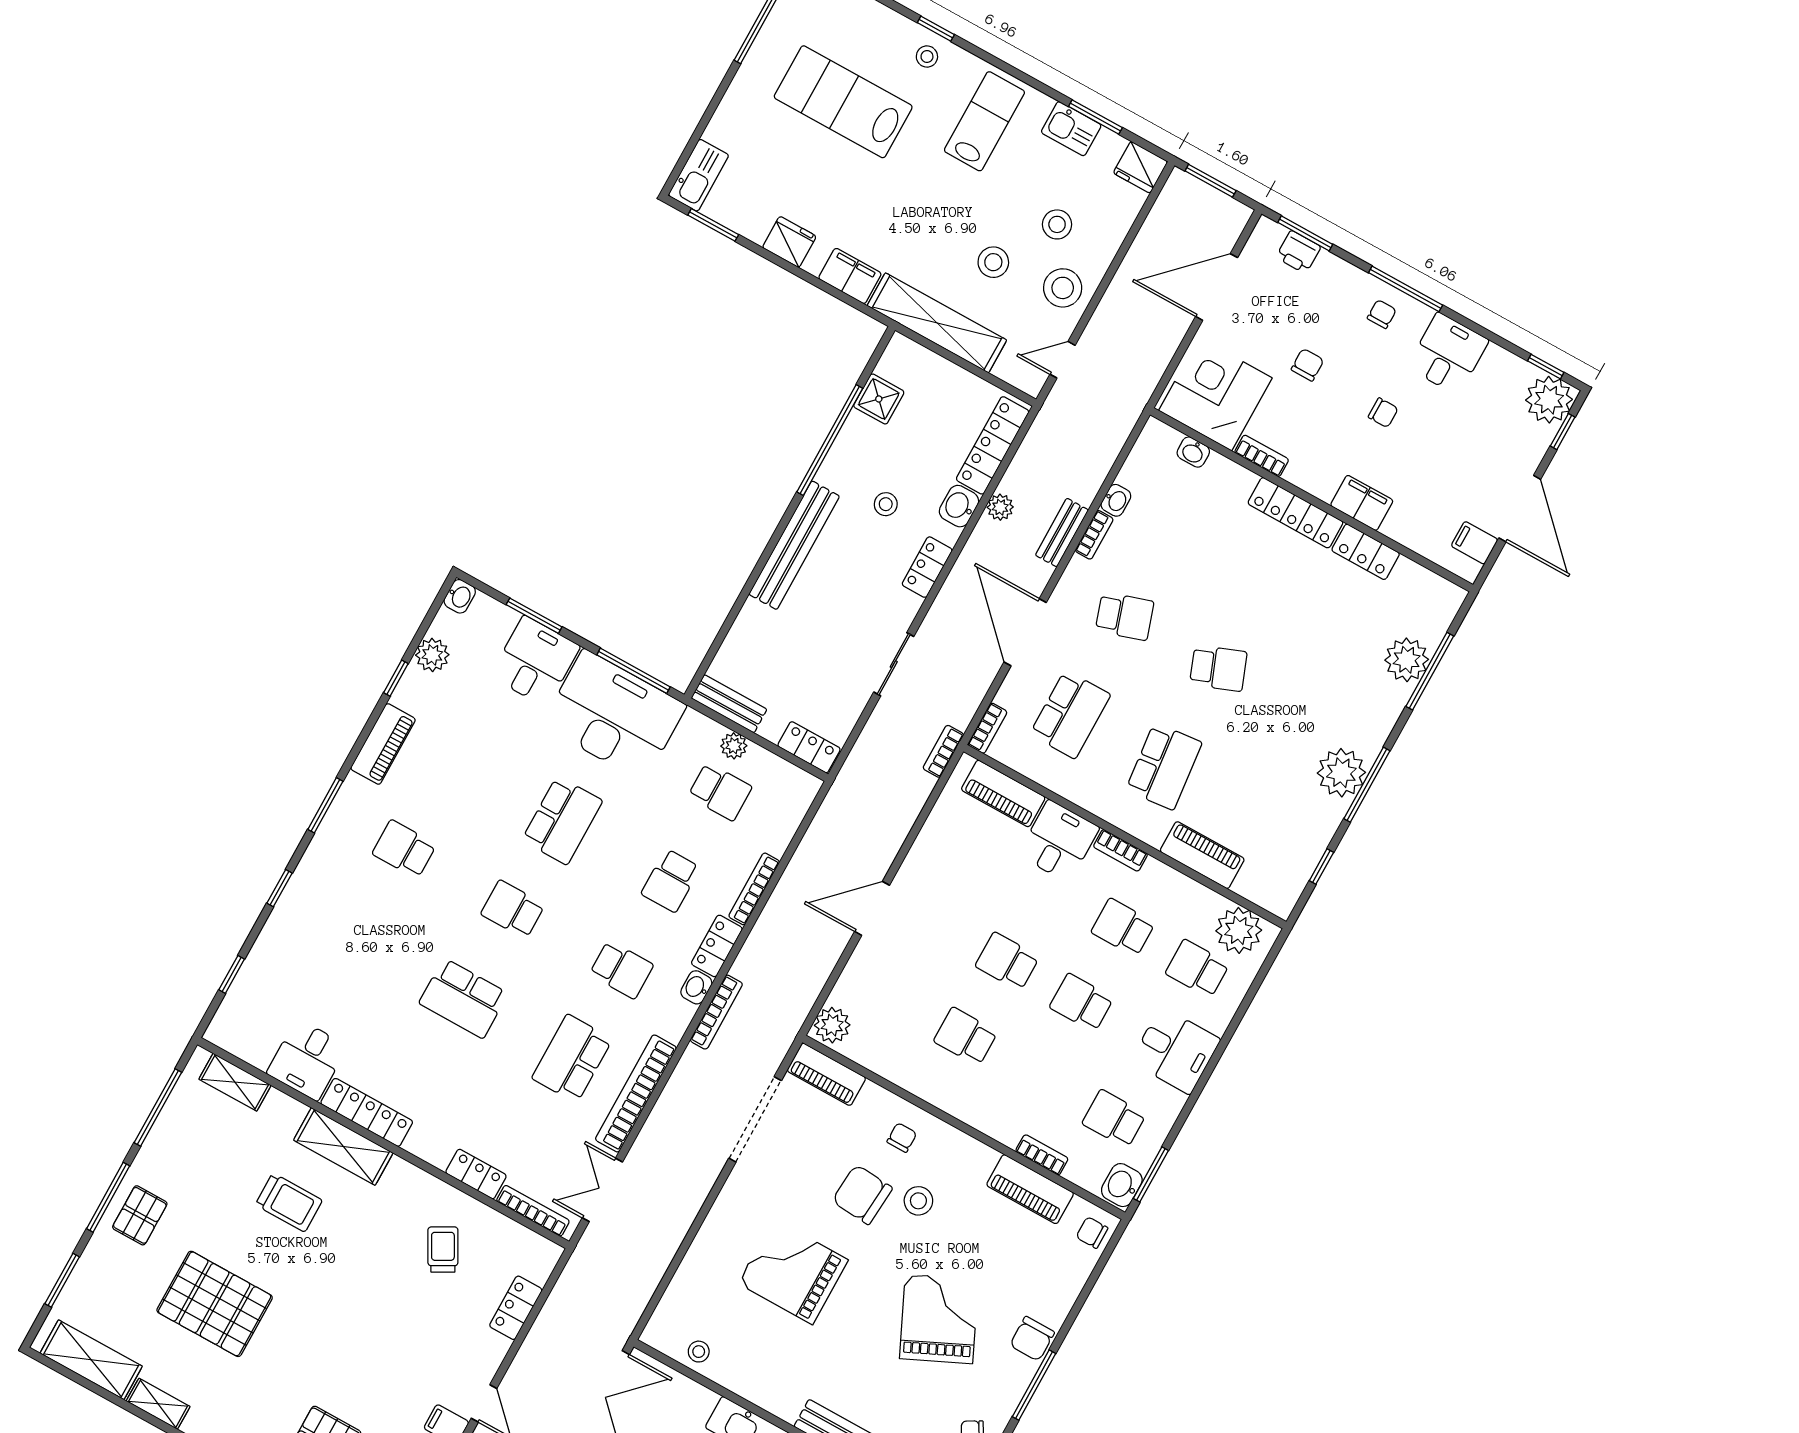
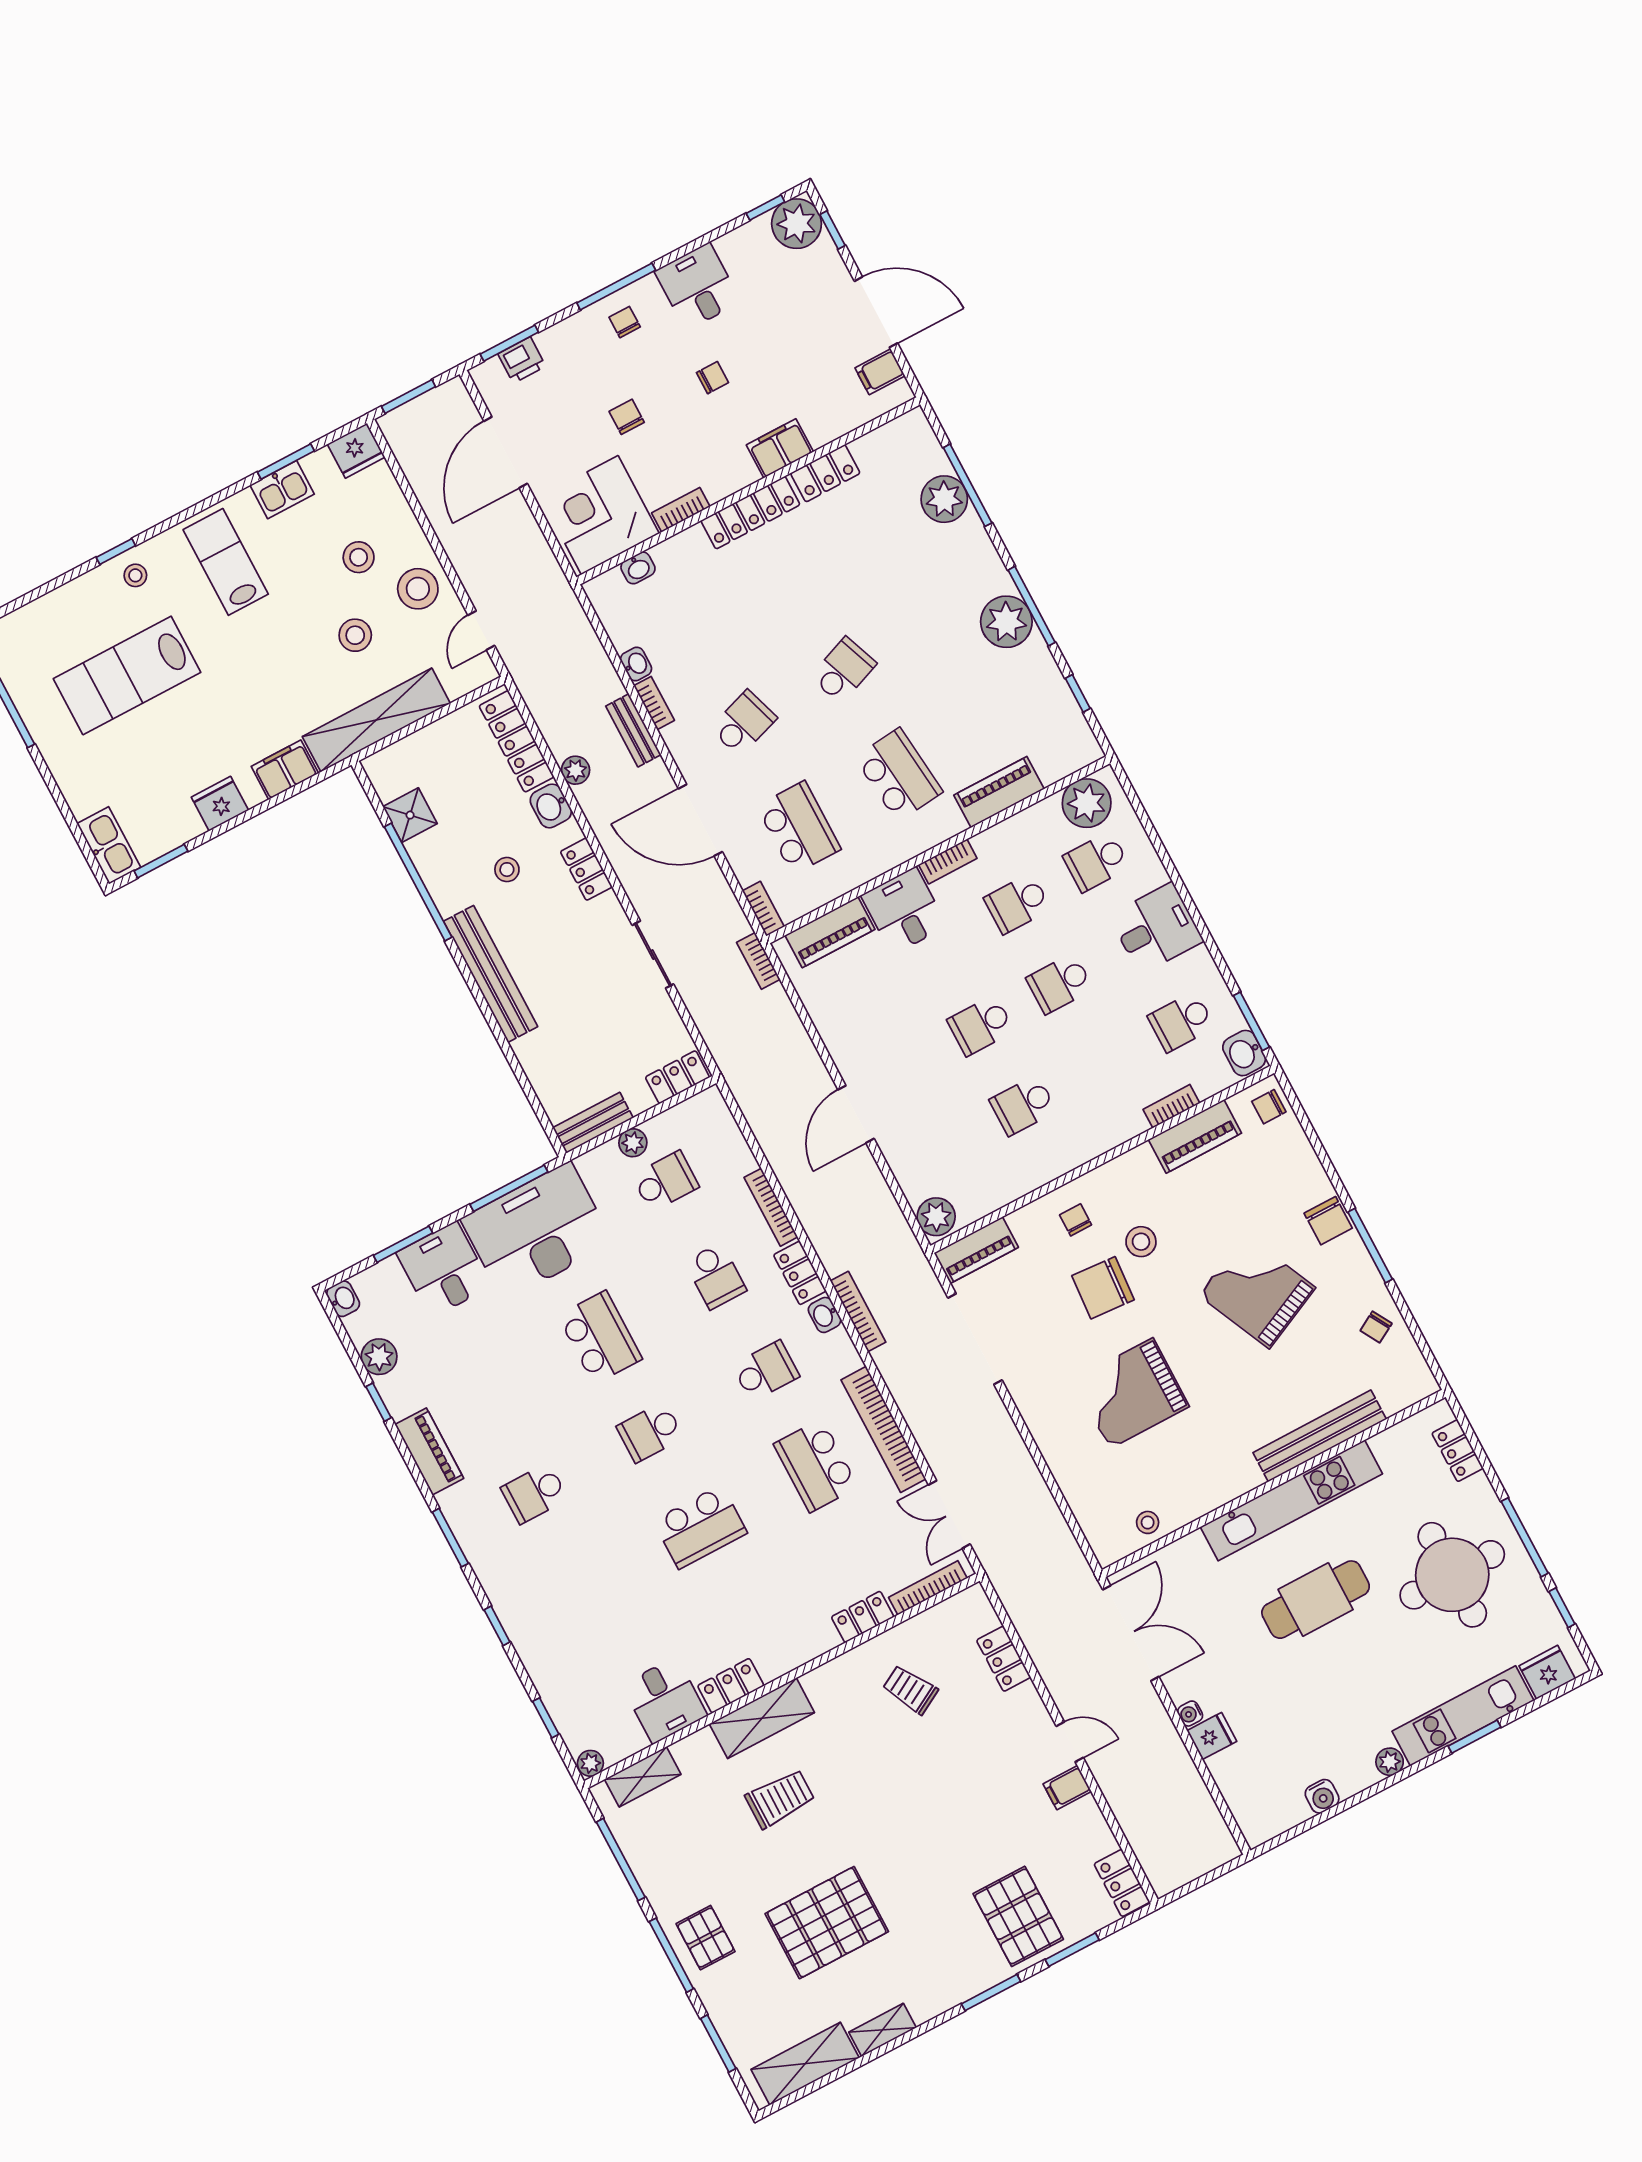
plant: (219, 1033) -> (590, 1763), added
locker: (367, 1112) -> (731, 1686), width x0.66

